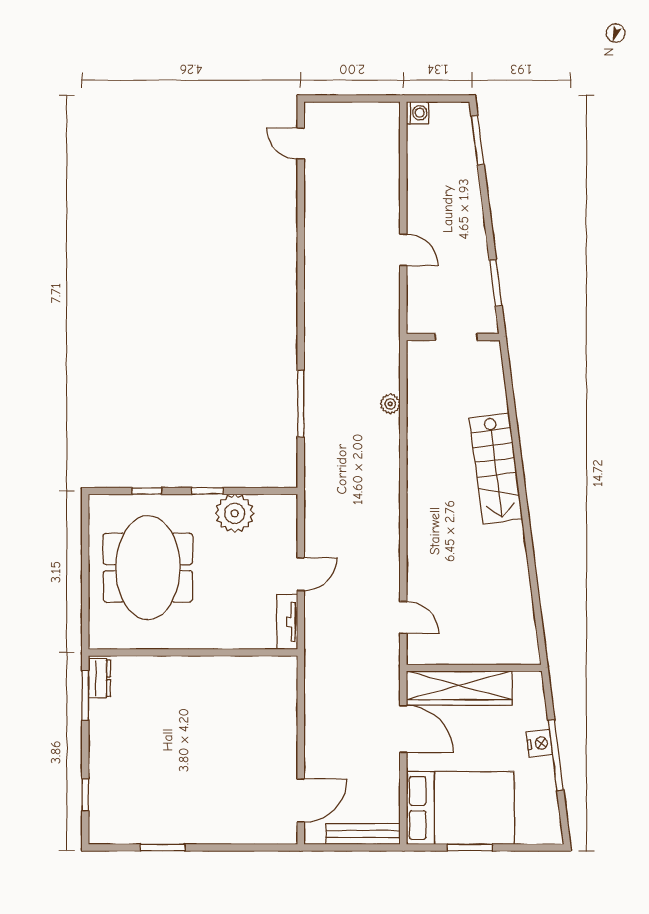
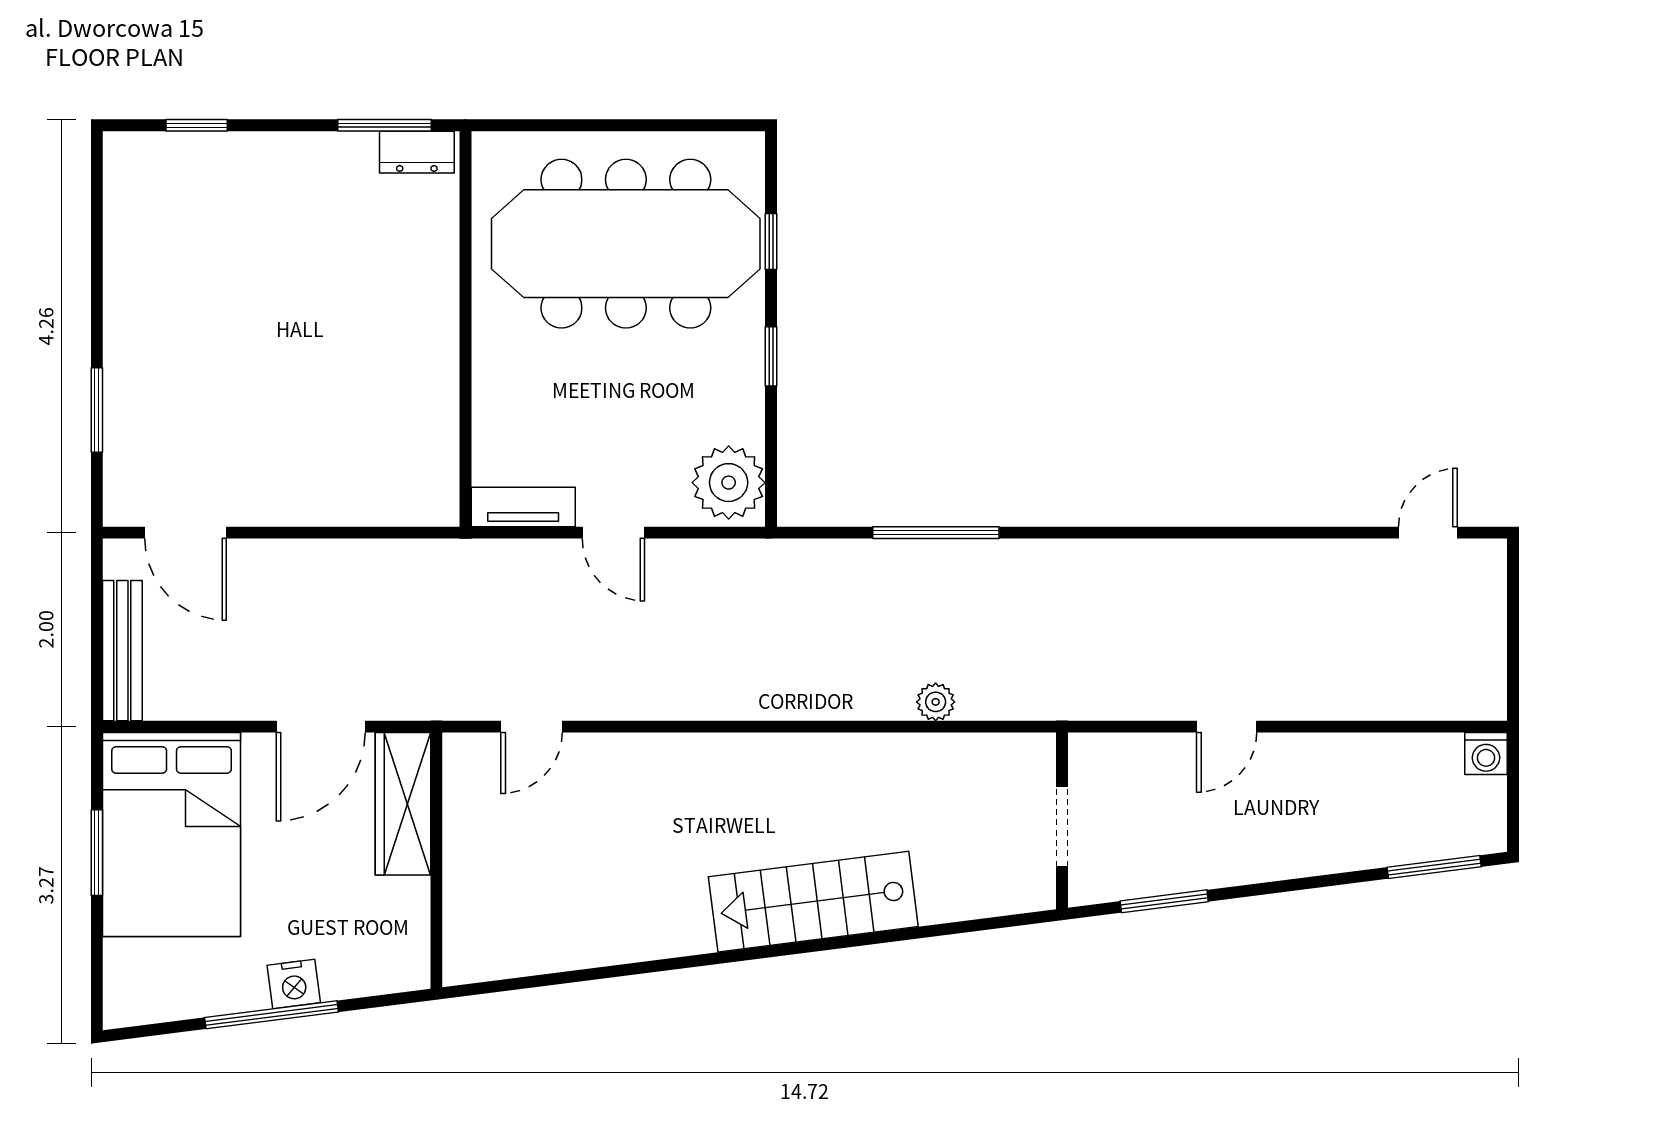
plant: (235, 513) -> (729, 483), moved
meeting table: (148, 568) -> (626, 244), width x1.36
wardrobe: (459, 688) -> (403, 804), width x0.71, depth x0.85
window: (163, 847) -> (97, 410), moved

